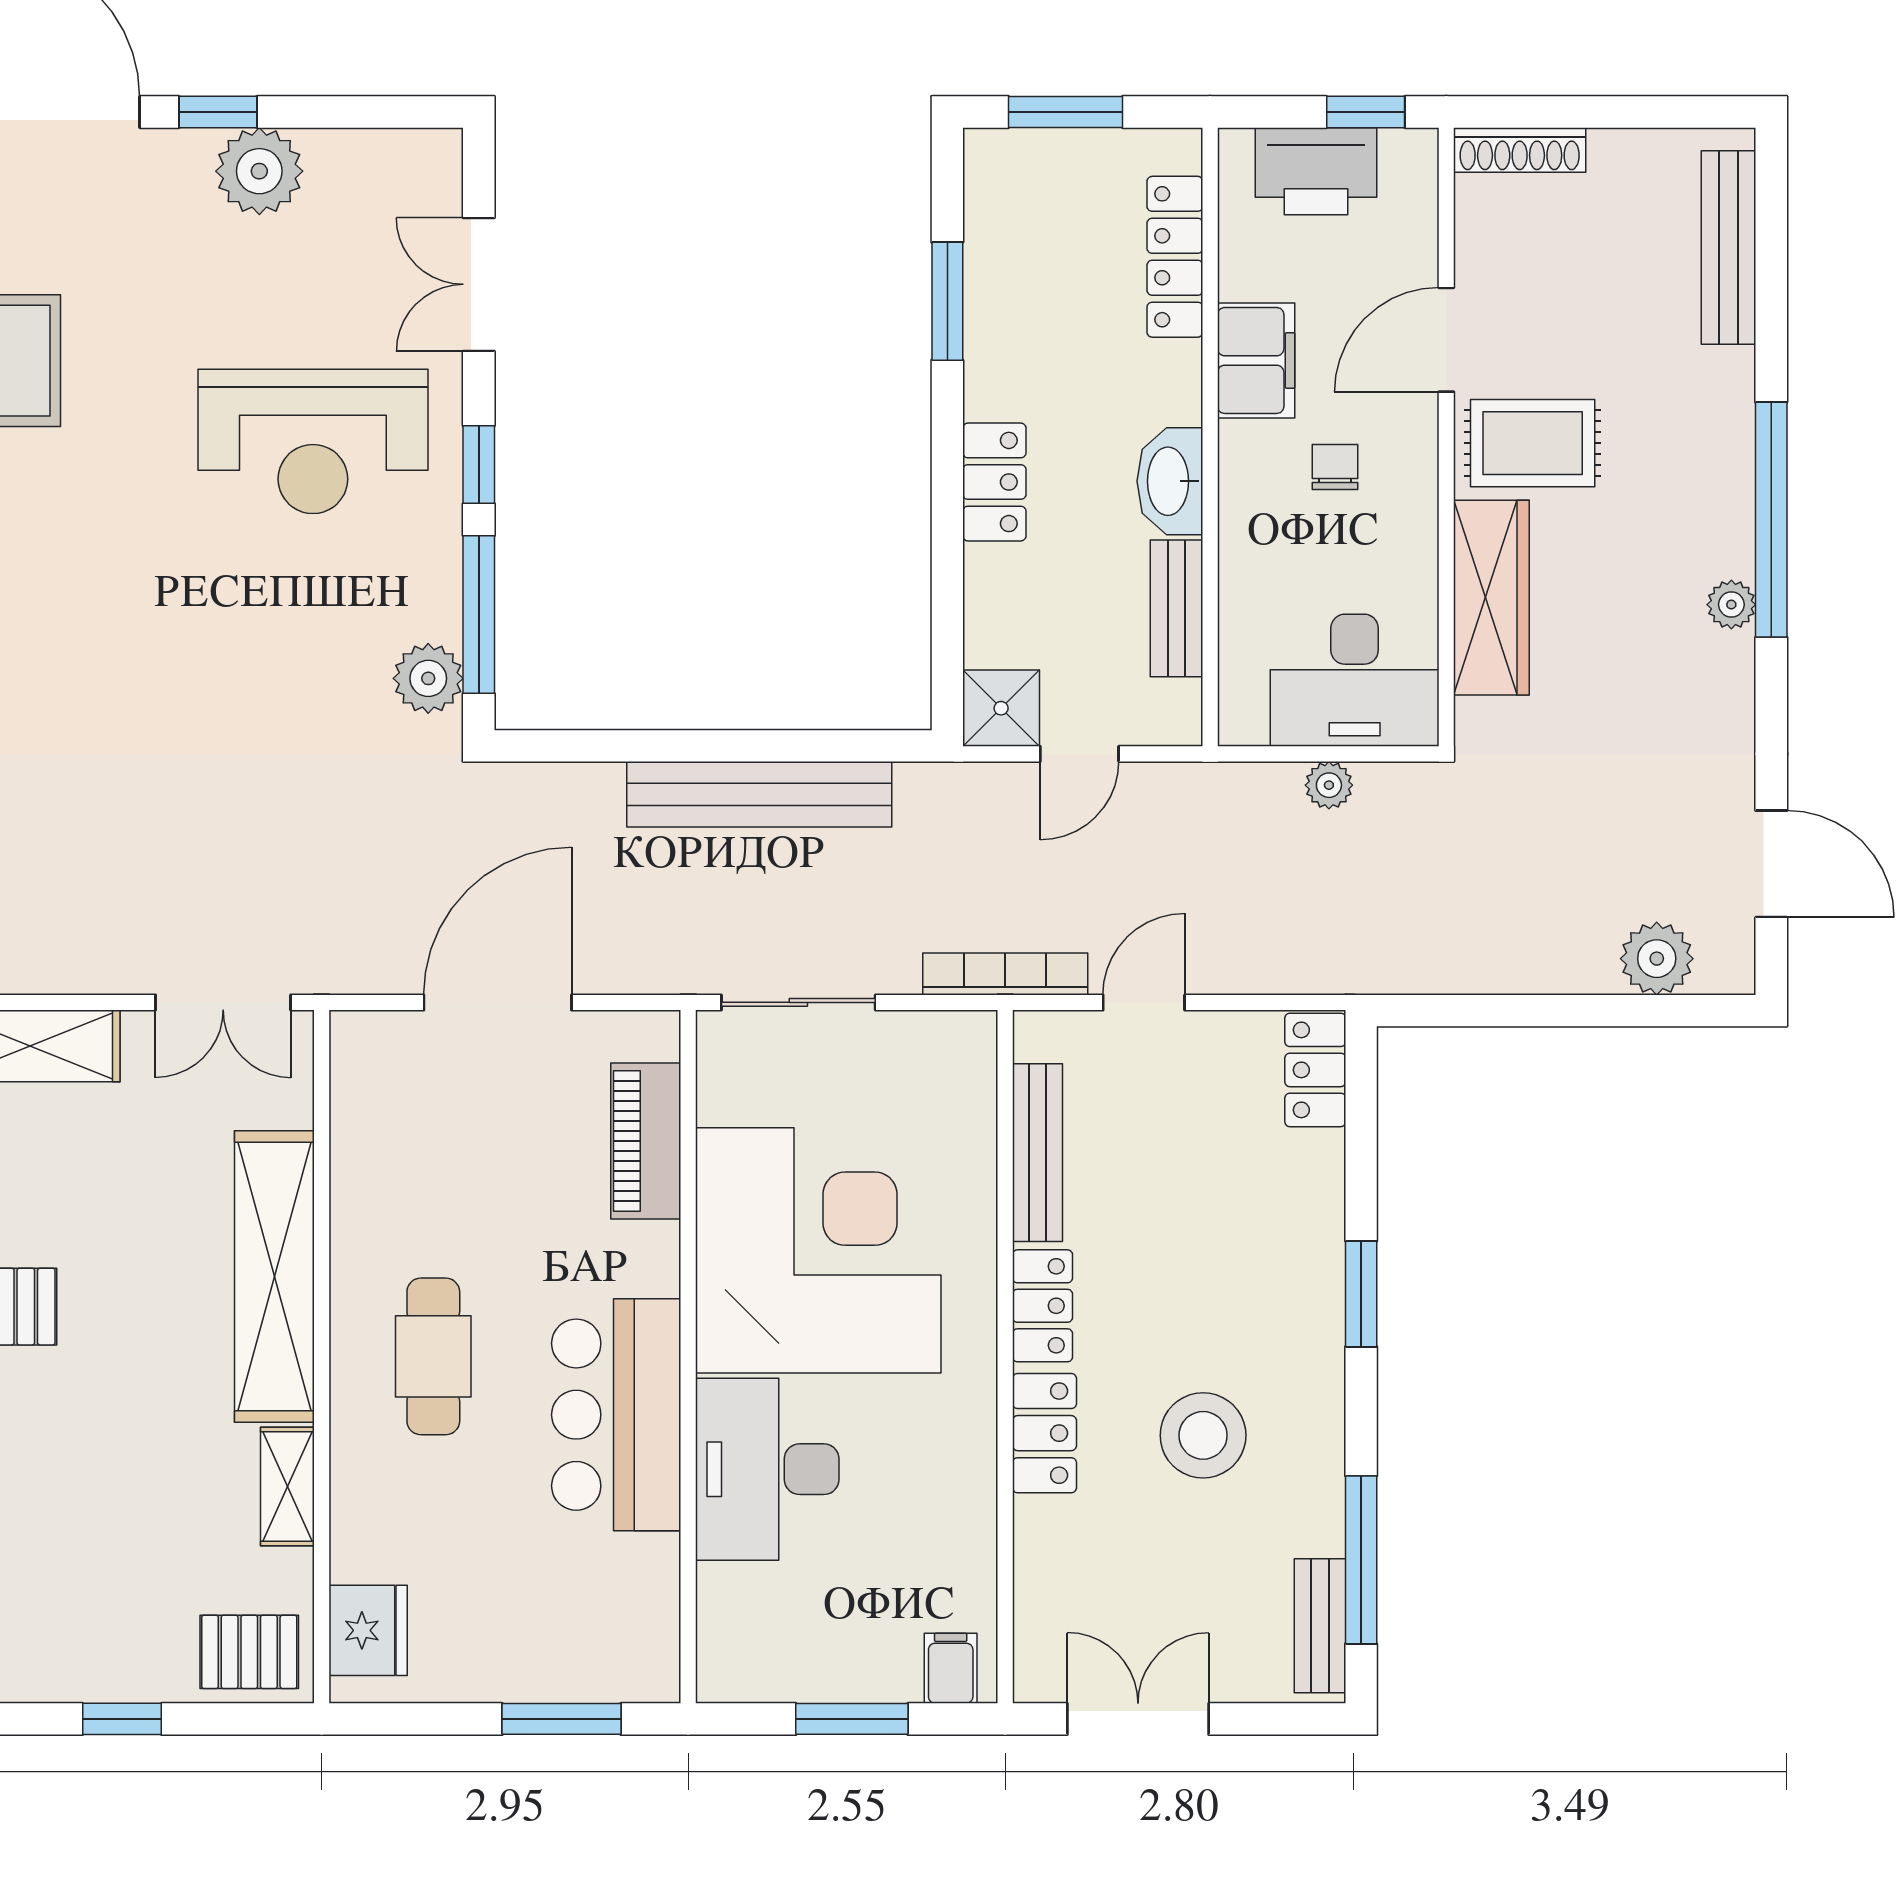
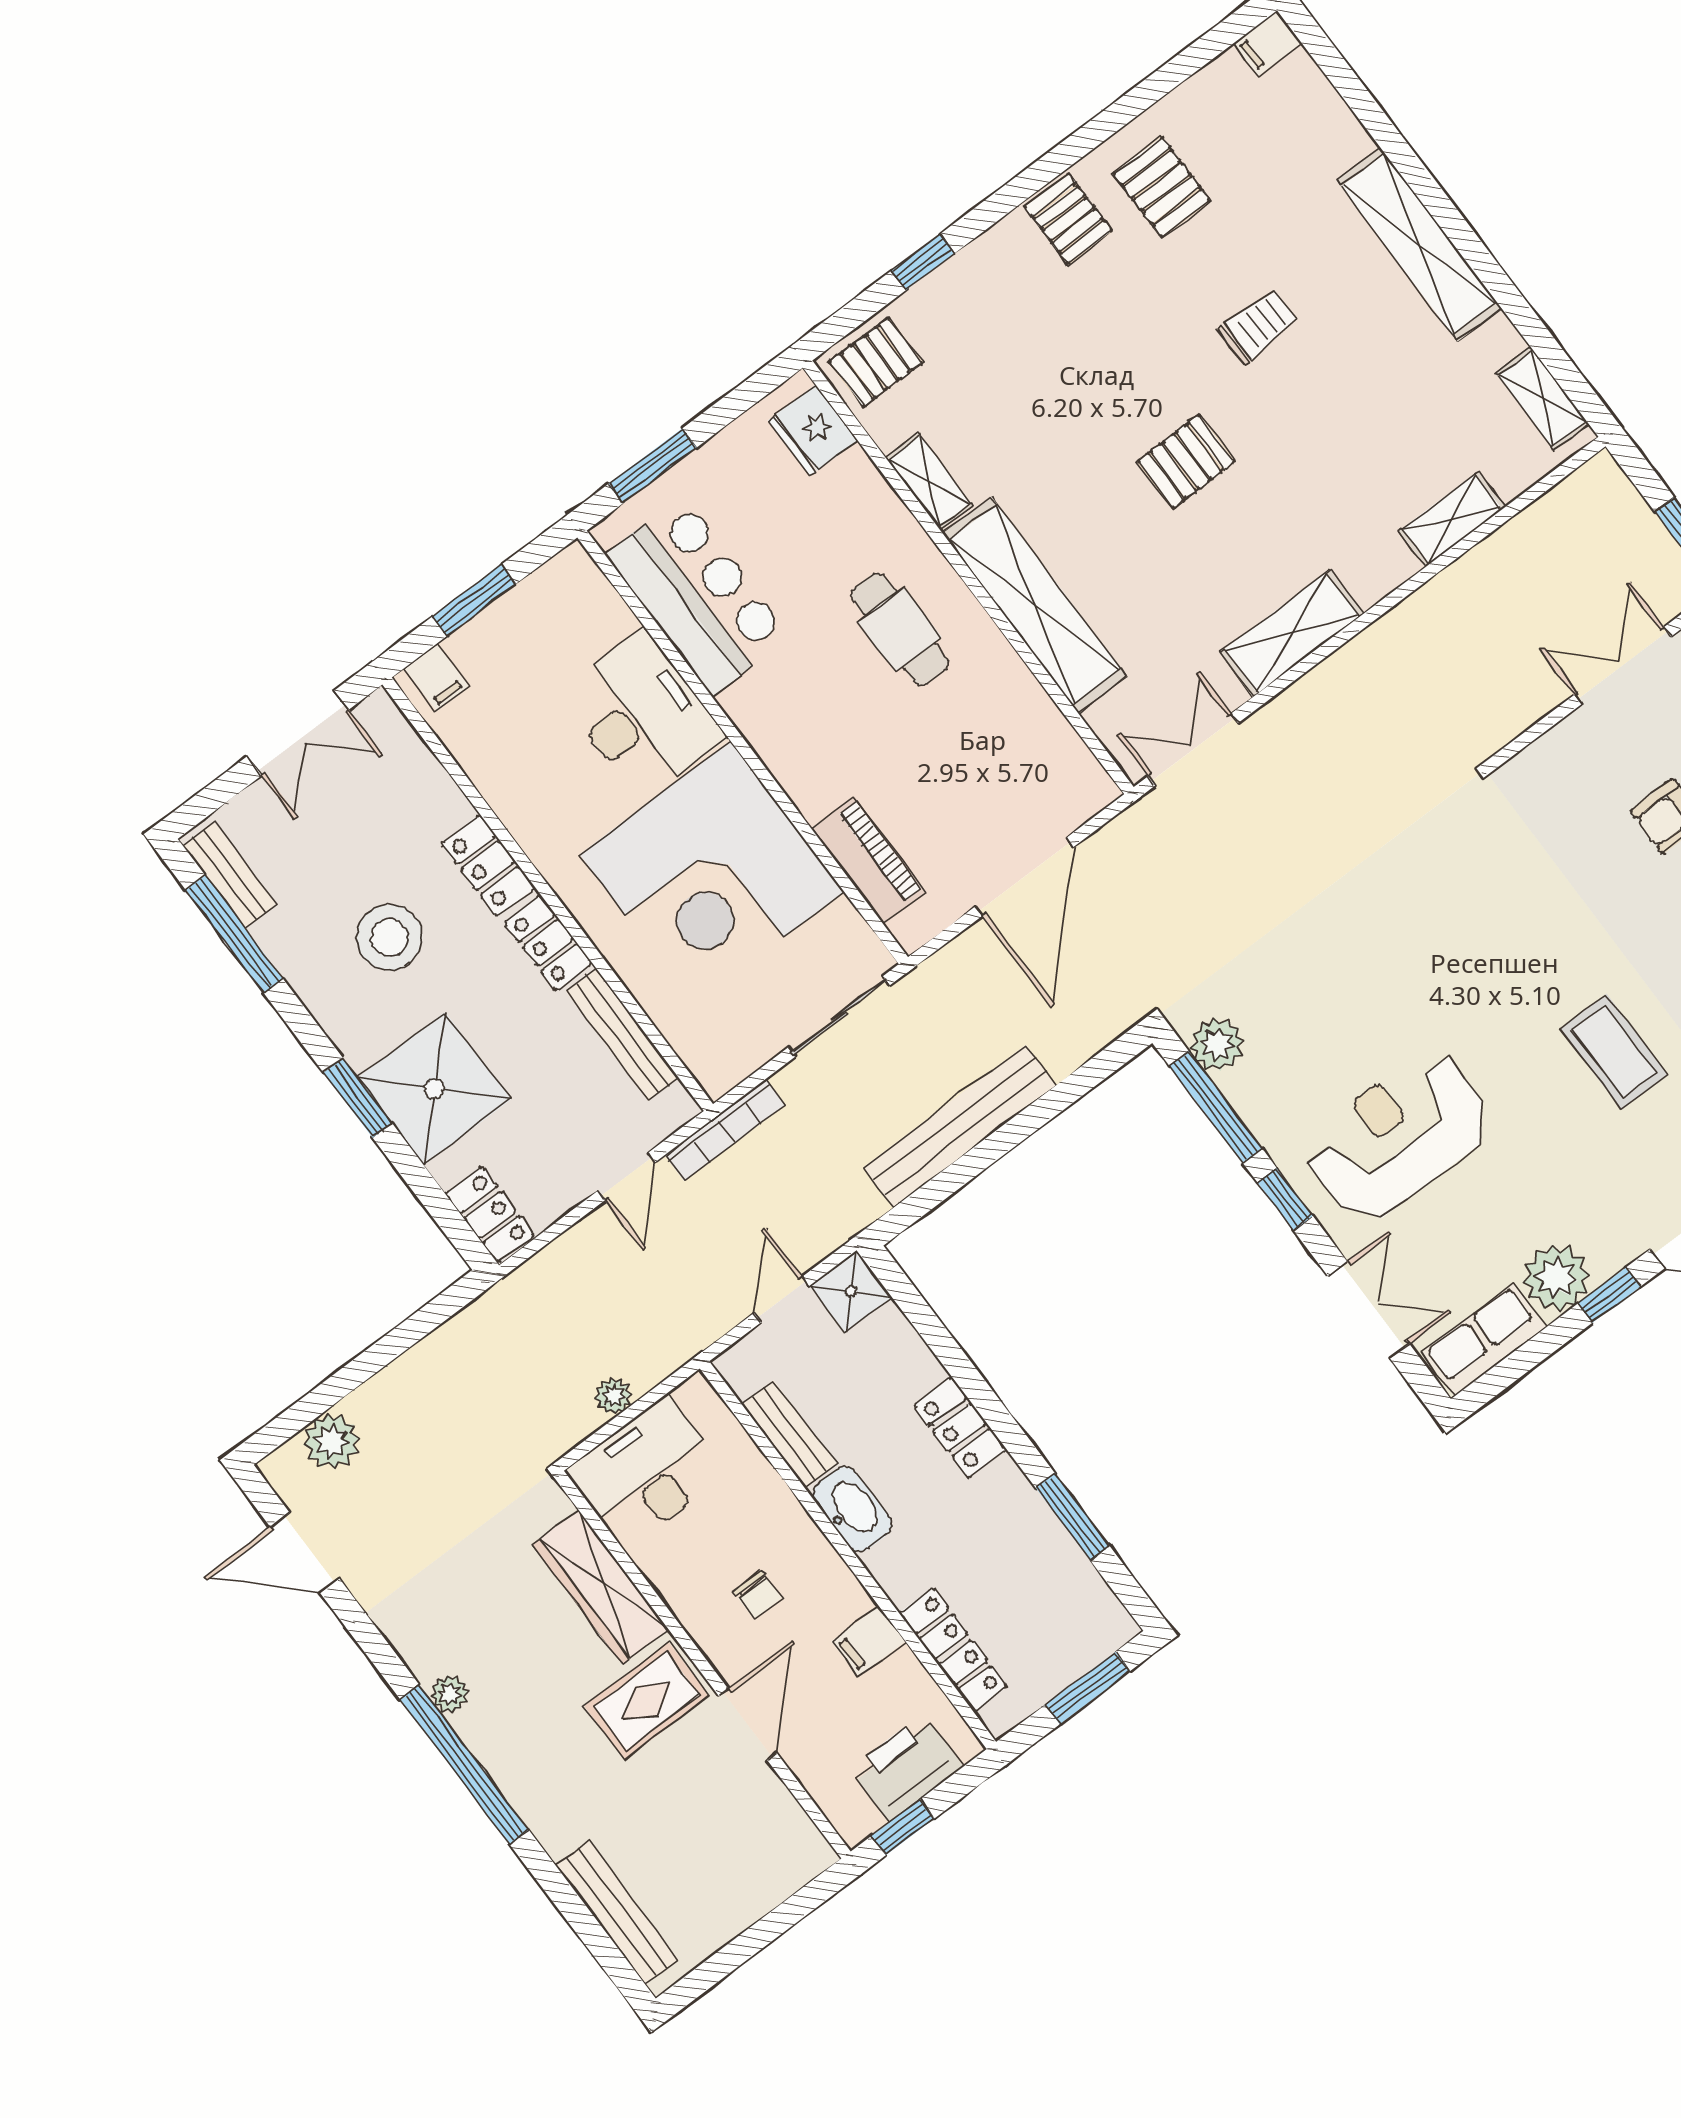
shoe rack: (1520, 150) -> (791, 1875), removed
row of seats: (383, 163) -> (1484, 1340), added
filing cabinet: (1256, 360) -> (869, 1641), width x0.50
shower: (1274, 1244) -> (434, 1089), added
bar counter: (616, 1415) -> (698, 596), moved

